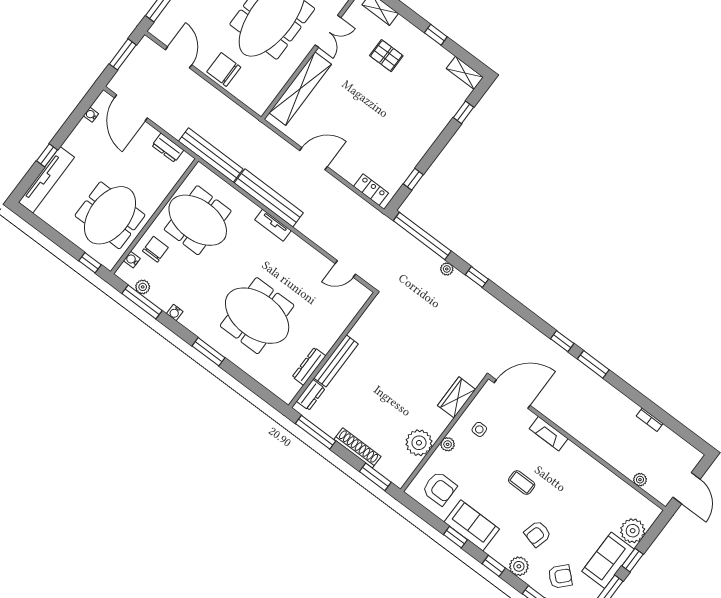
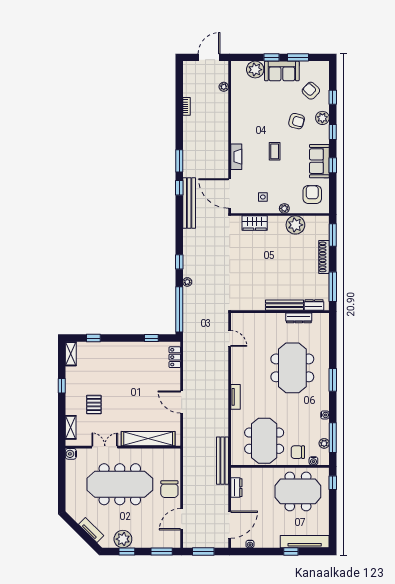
bench: (269, 198) -> (189, 203), moved

